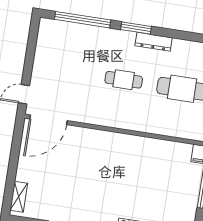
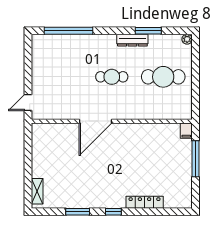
window: (136, 28) -> (148, 31), moved
door: (48, 120) -> (95, 121), moved

